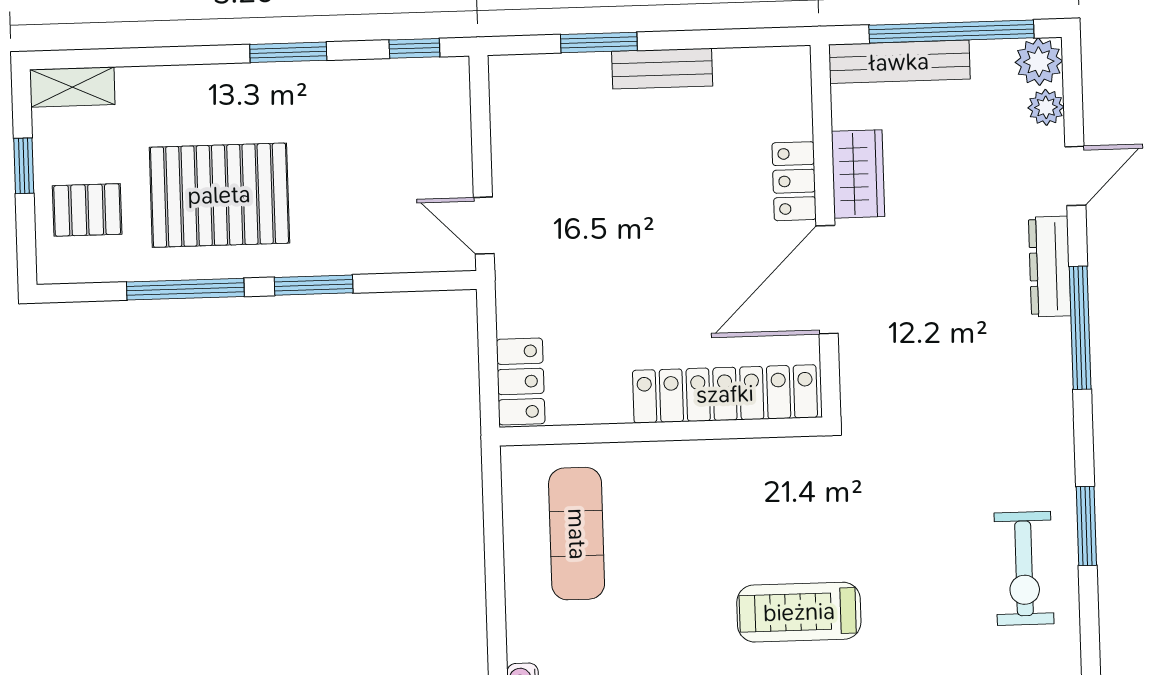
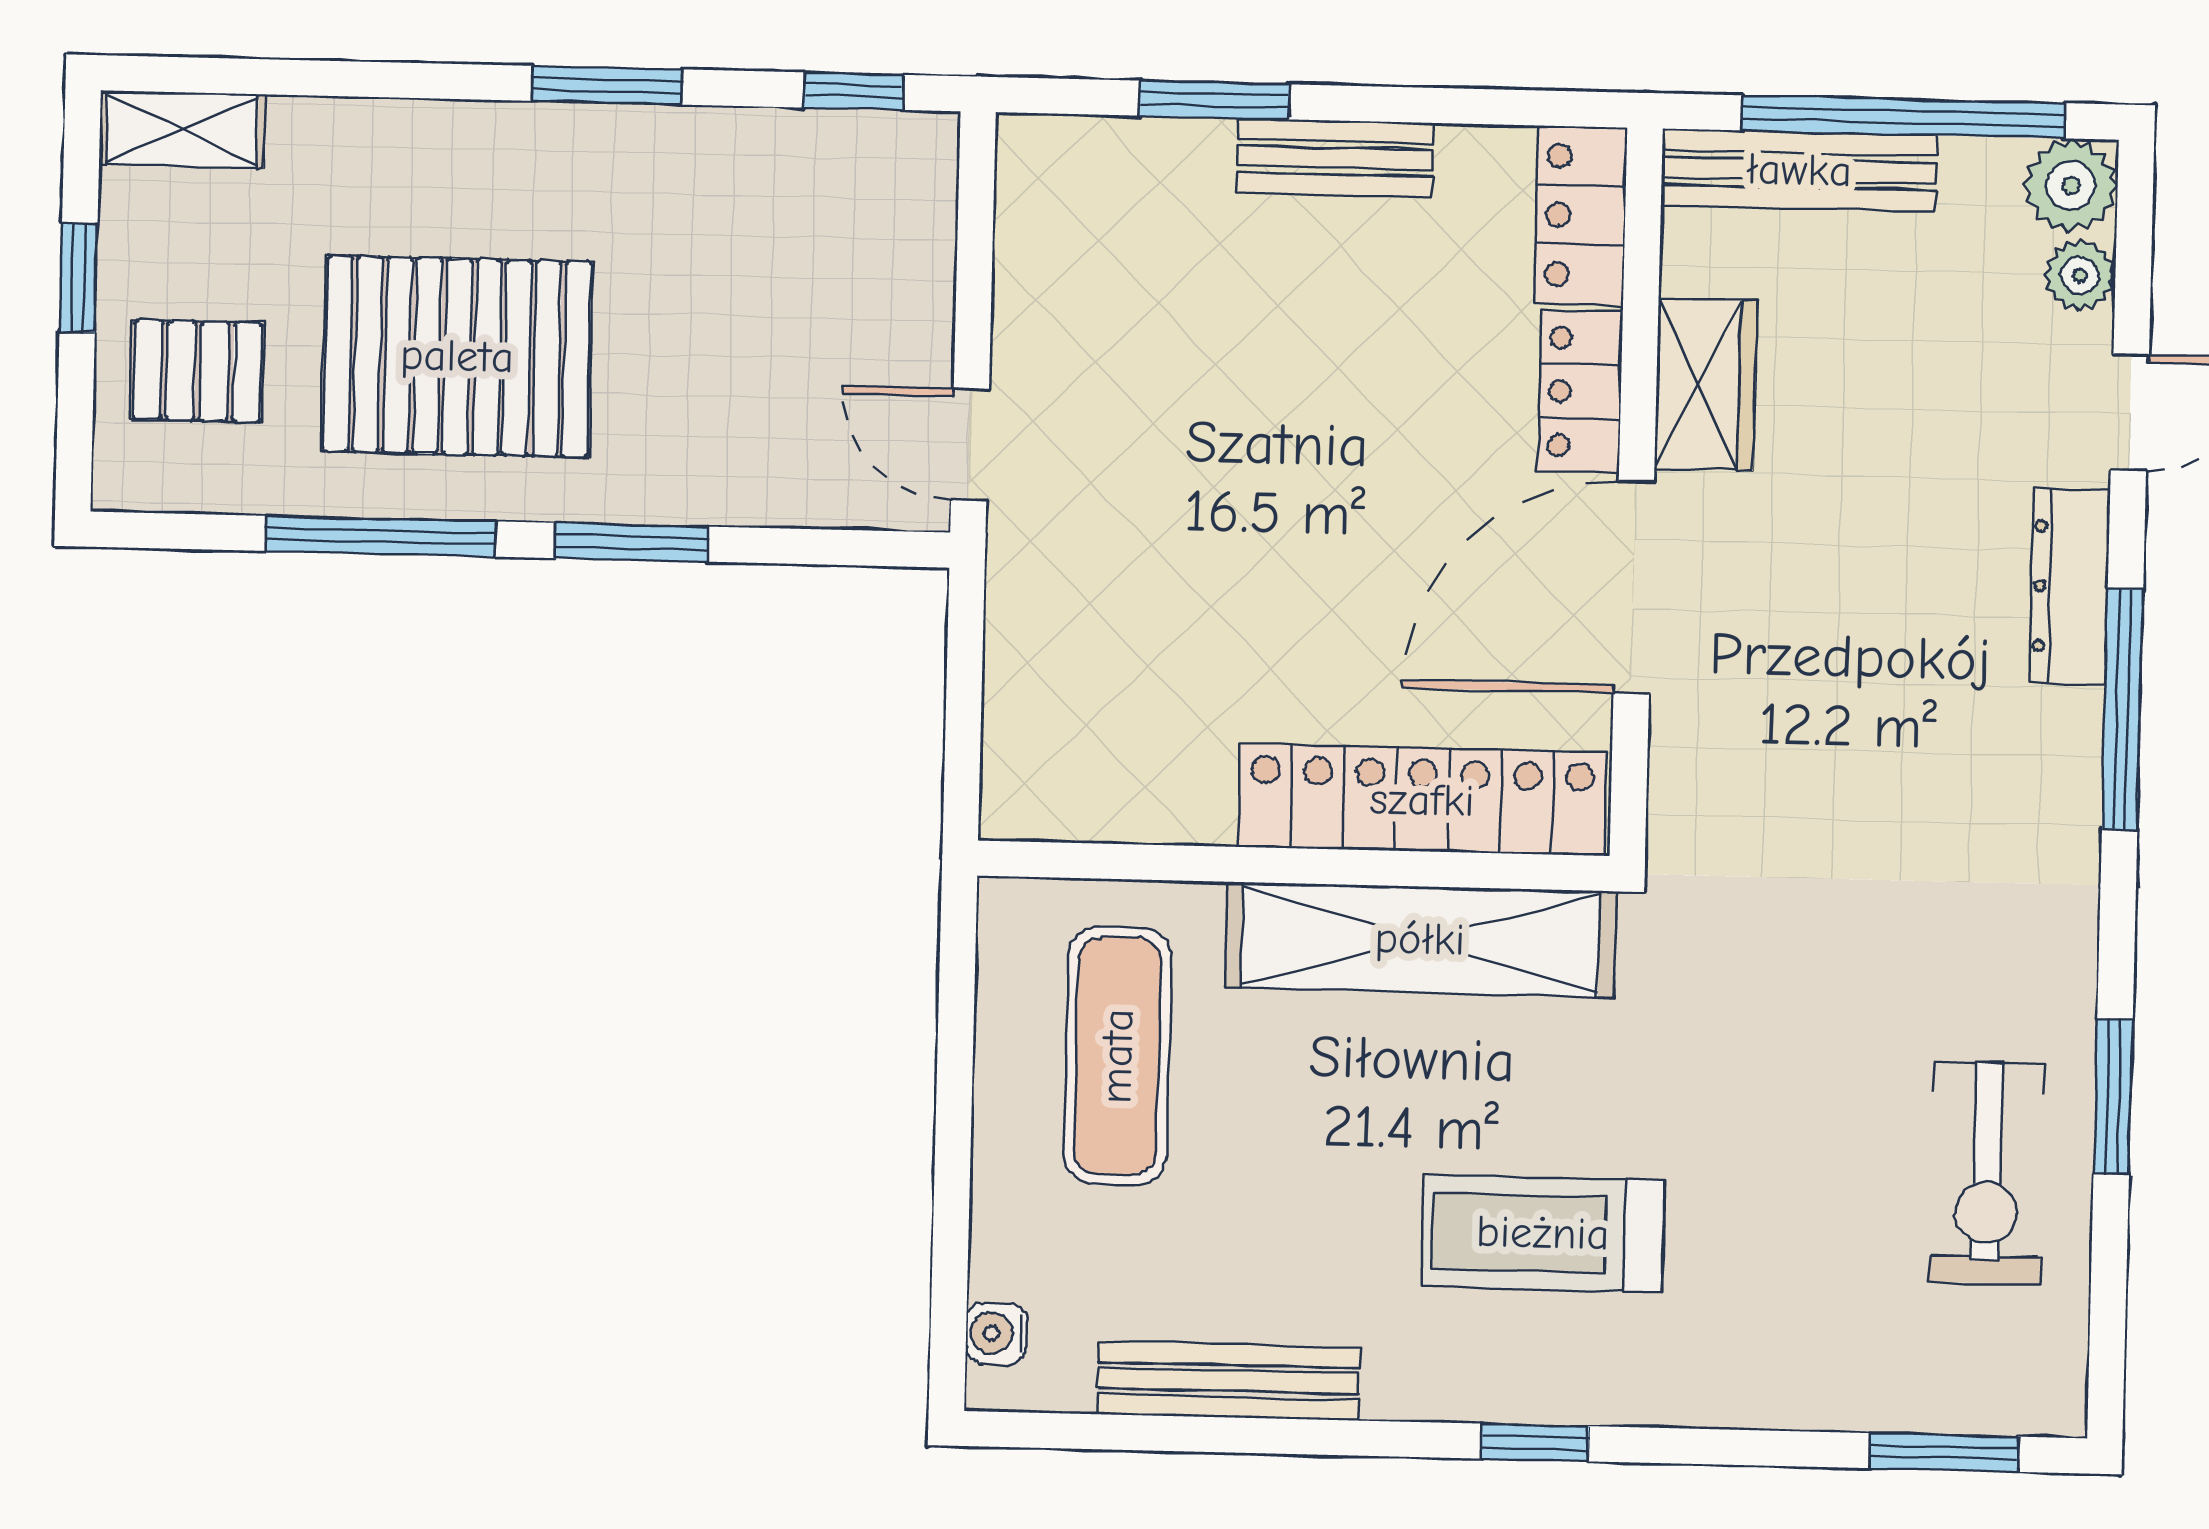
locker: (521, 381) -> (1581, 215), moved, turned 180
shelving: (728, 465) -> (1420, 939), added

